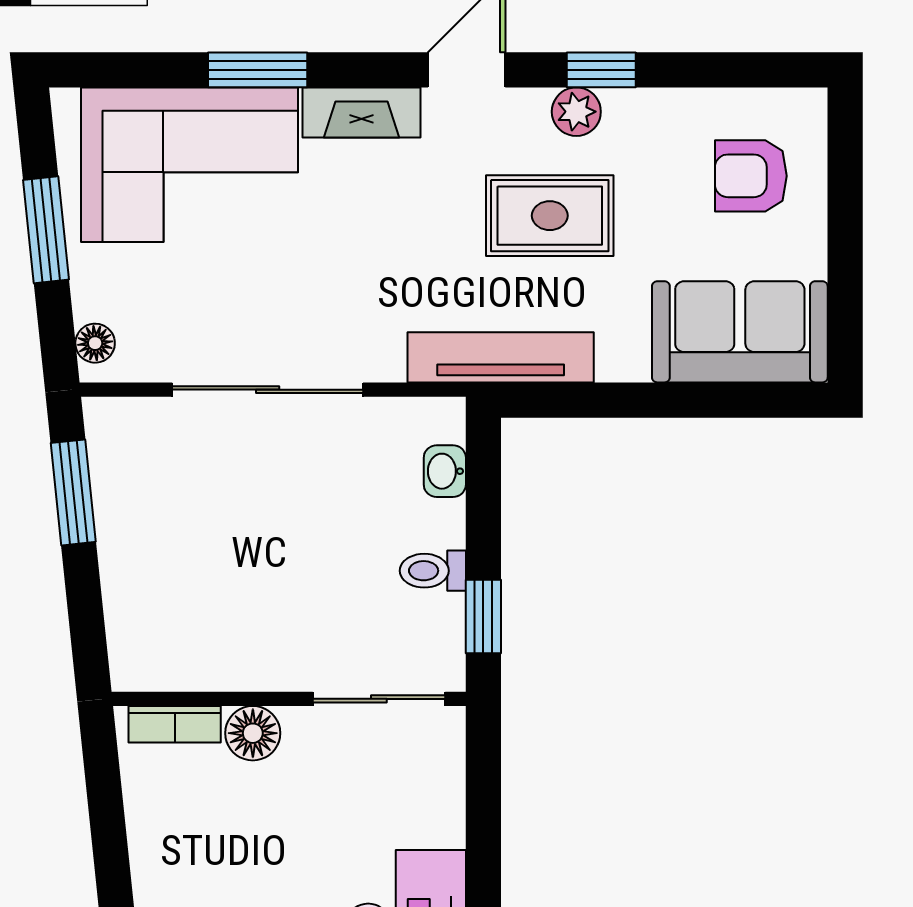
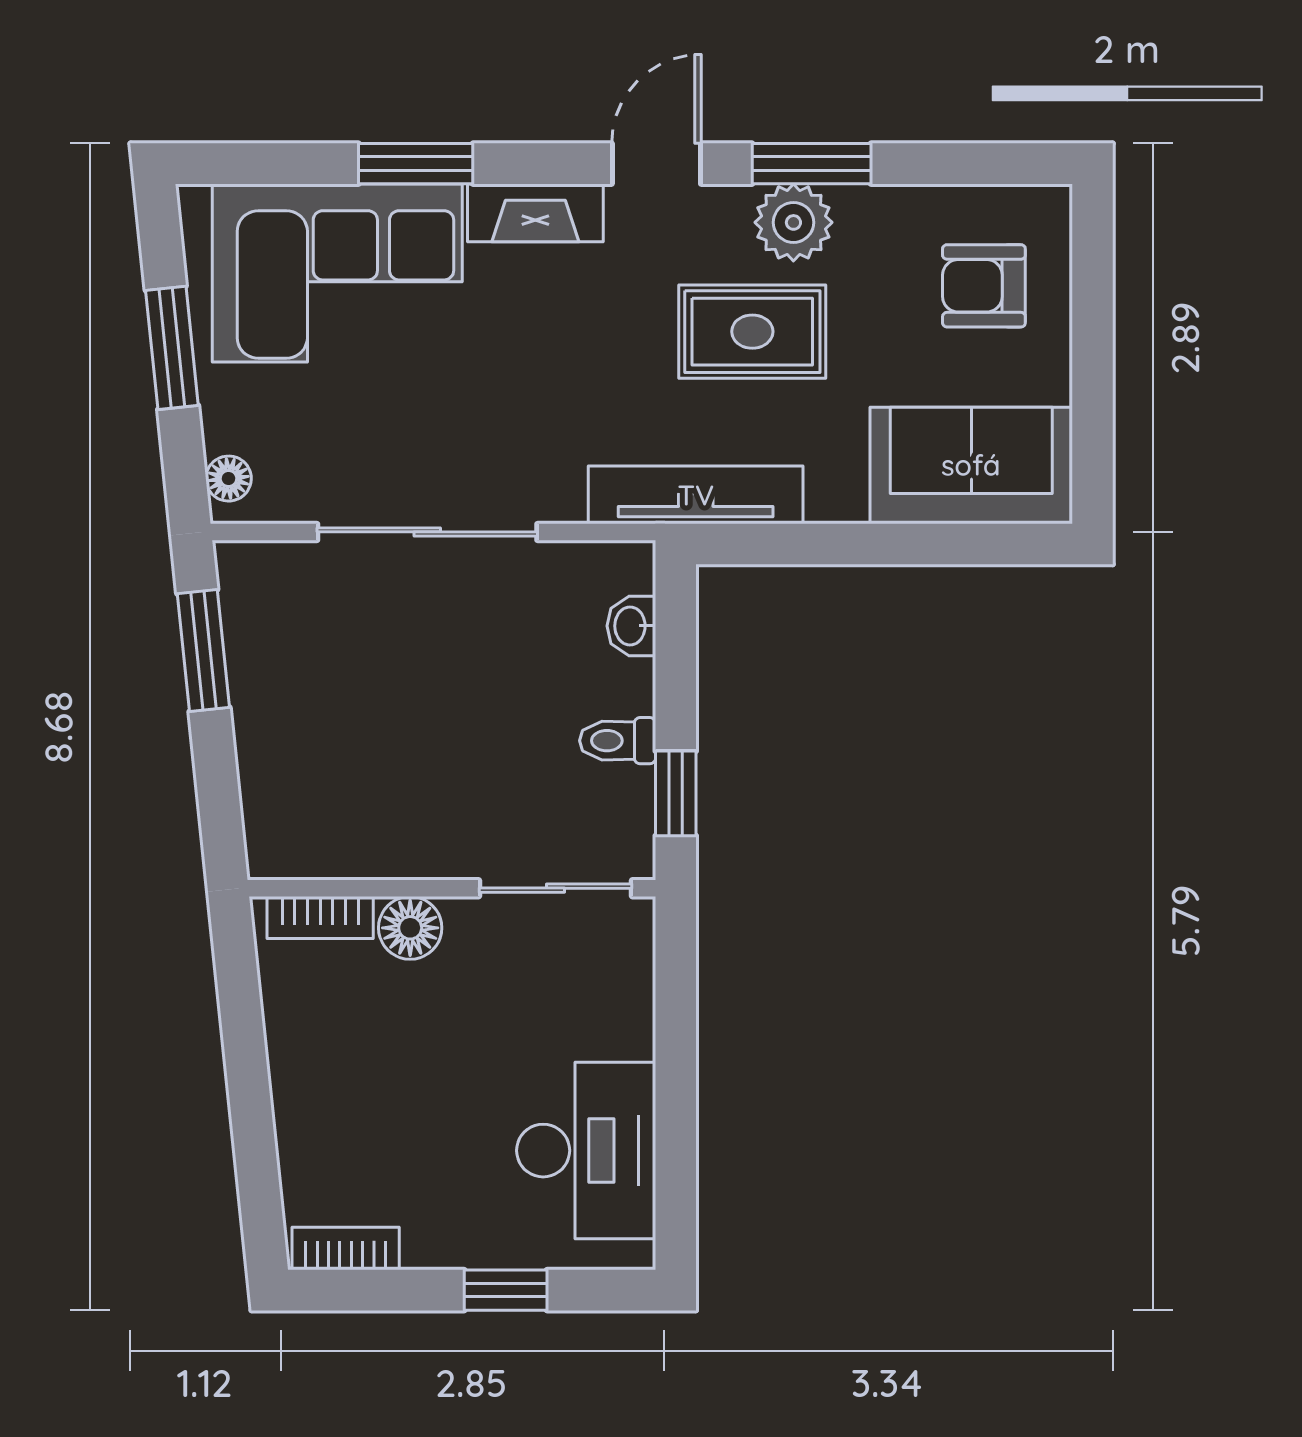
window: (601, 70) -> (812, 164), width x1.50
plant: (576, 112) -> (793, 222), width x1.38, depth x1.38

